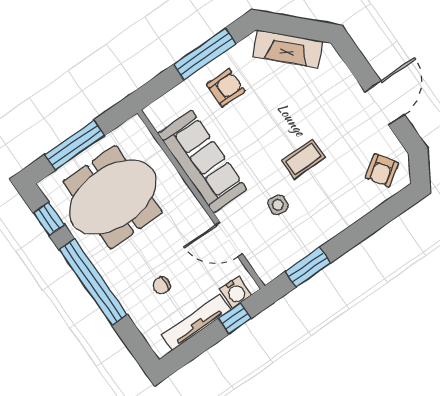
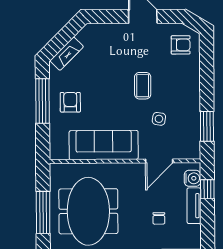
fireplace: (288, 49) -> (67, 54), width x0.73, depth x0.76
armchair: (382, 170) -> (181, 45), turned -56
tv unit: (196, 322) -> (194, 206), width x0.71

